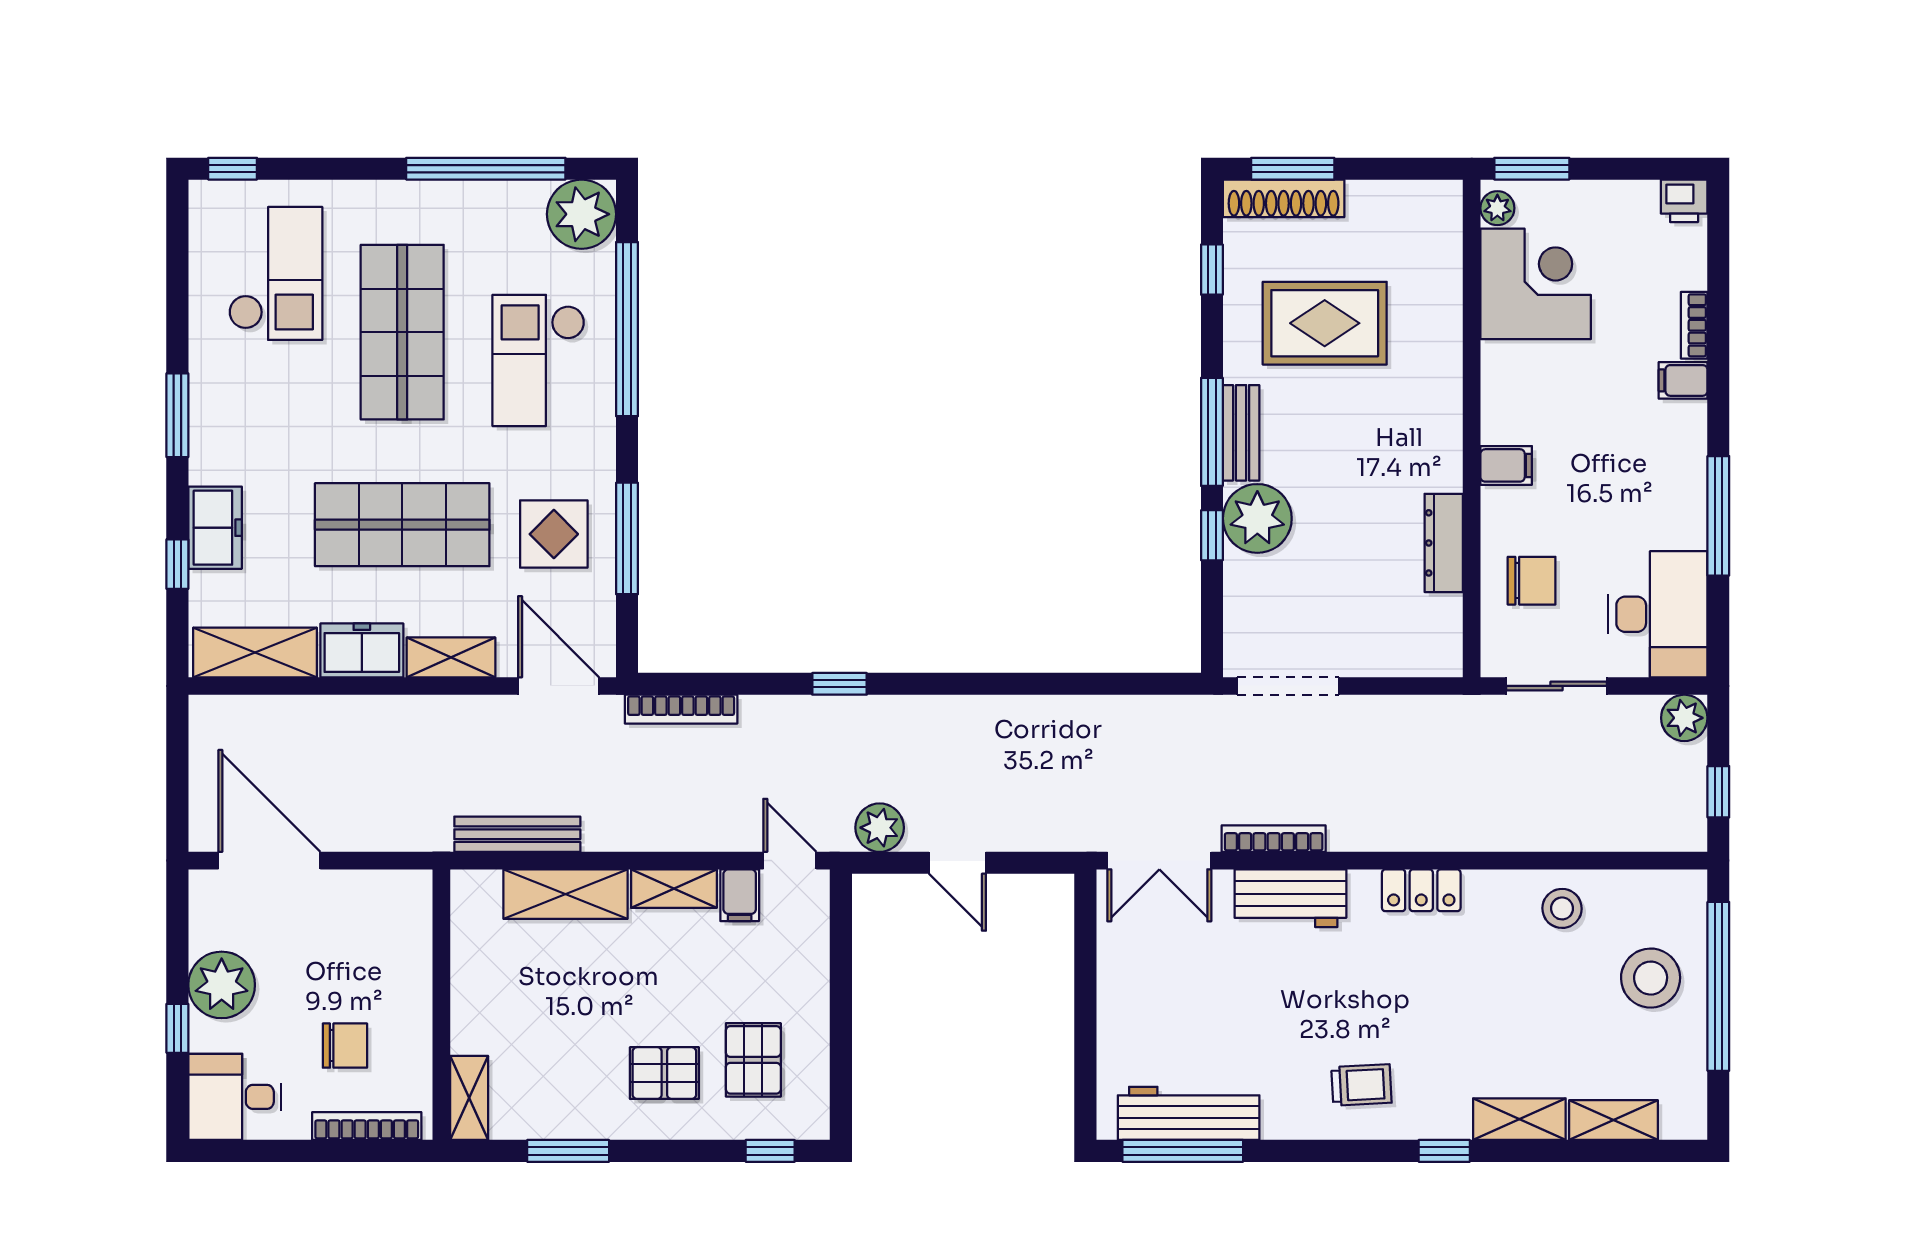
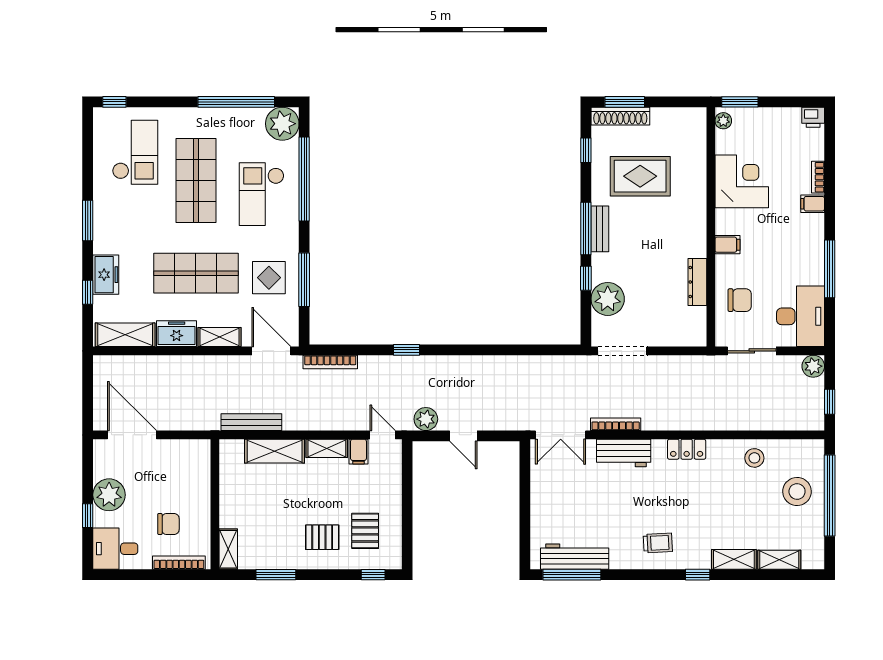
corner desk: (1536, 284) -> (742, 181), moved
plant: (1257, 518) -> (608, 299), moved

